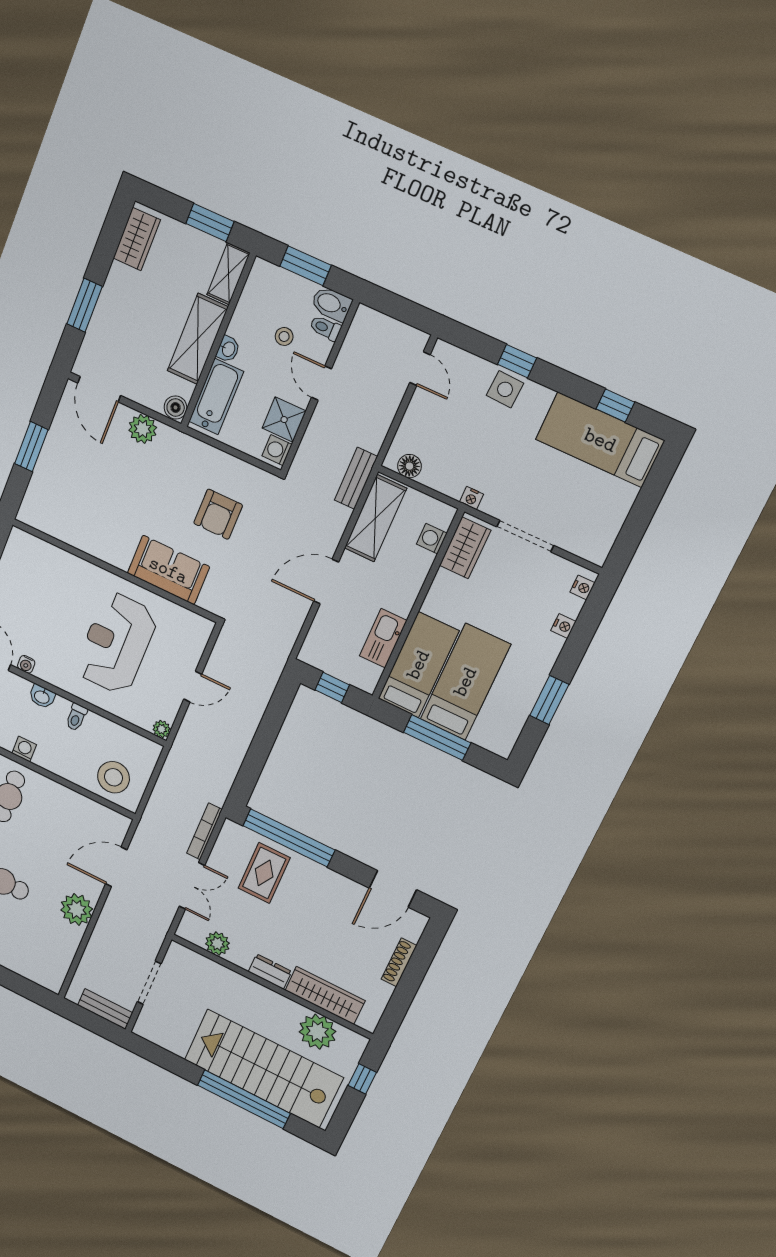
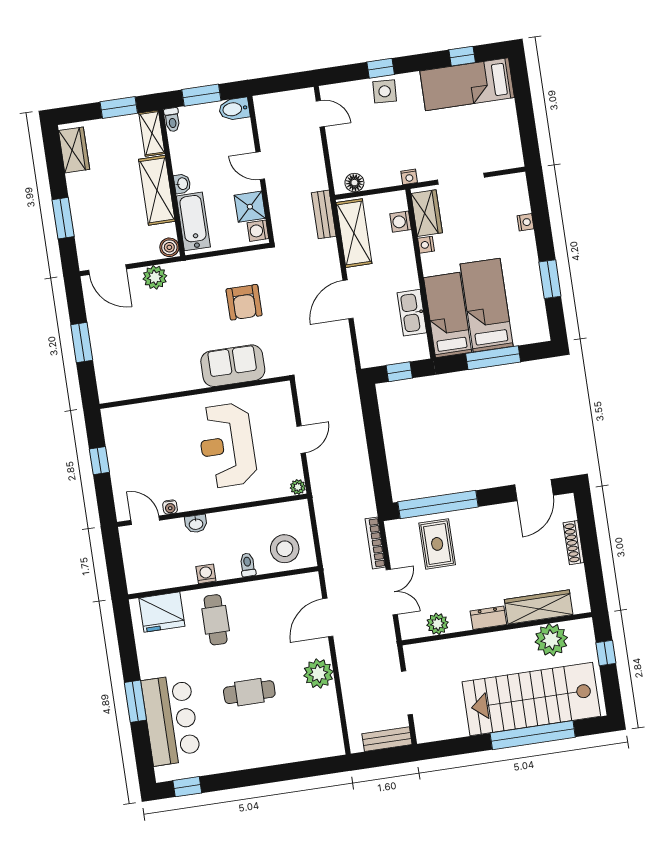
toilet: (325, 328) -> (172, 120), moved, turned -90
stool: (284, 336) -> (216, 151), removed
nightstand: (582, 587) -> (426, 245), moved, turned 180
toilet: (76, 717) -> (248, 565), moved, turned 180

